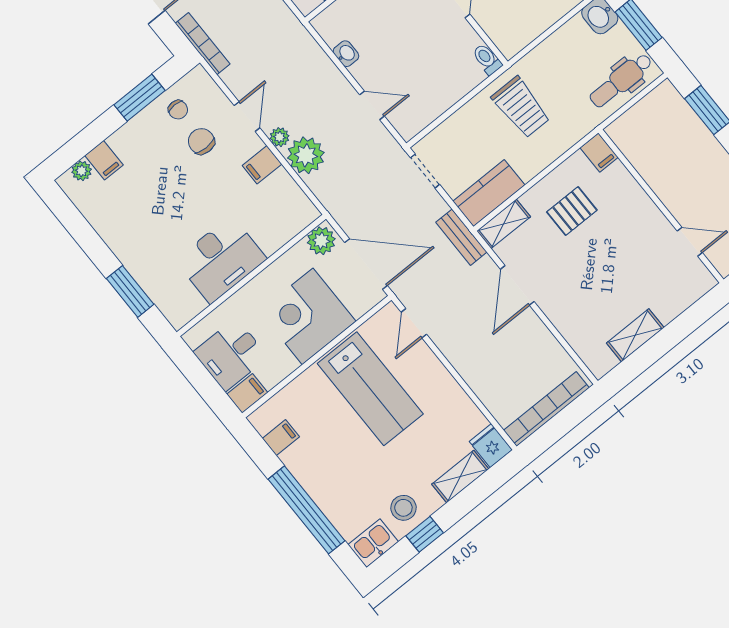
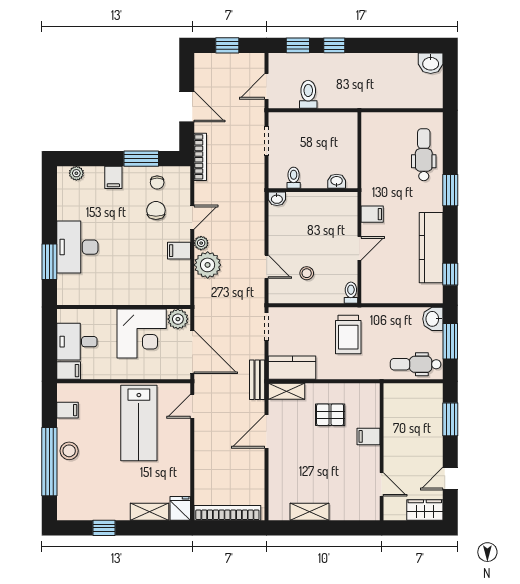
washbasin: (346, 54) -> (277, 199), moved, turned 90
stool: (421, 77) -> (307, 273), added
filing cabinet: (599, 152) -> (368, 436), moved, turned 90
filing cabinet: (104, 160) -> (113, 177), moved
desk: (221, 259) -> (77, 247), moved, turned 90
corner desk: (308, 316) -> (142, 333), moved, turned 180
stool: (403, 508) -> (69, 451), moved
kitchen sink: (373, 543) -> (71, 510), removed

